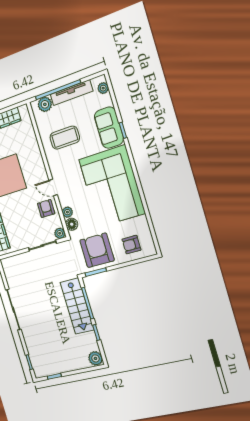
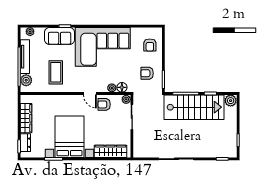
door: (53, 187) -> (90, 94), hinge flipped
armchair: (97, 250) -> (147, 73), width x0.53, depth x0.53
stairs: (77, 306) -> (194, 107), width x1.36, depth x1.51

